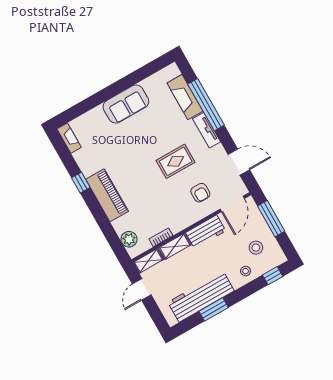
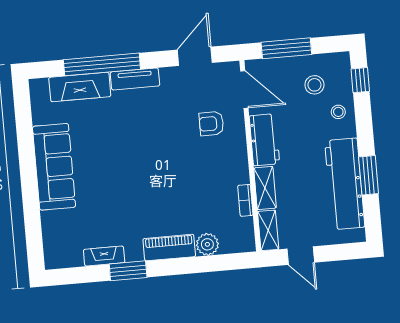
sofa: (126, 104) -> (54, 167), width x1.36
fireplace: (69, 138) -> (104, 256), moved
rug: (176, 161) -> (157, 137), removed
window: (81, 183) -> (128, 271), width x1.50
armchair: (200, 193) -> (211, 124), turned 180
piano: (107, 195) -> (169, 248), width x0.73, depth x0.75
plant: (129, 239) -> (207, 244), moved

